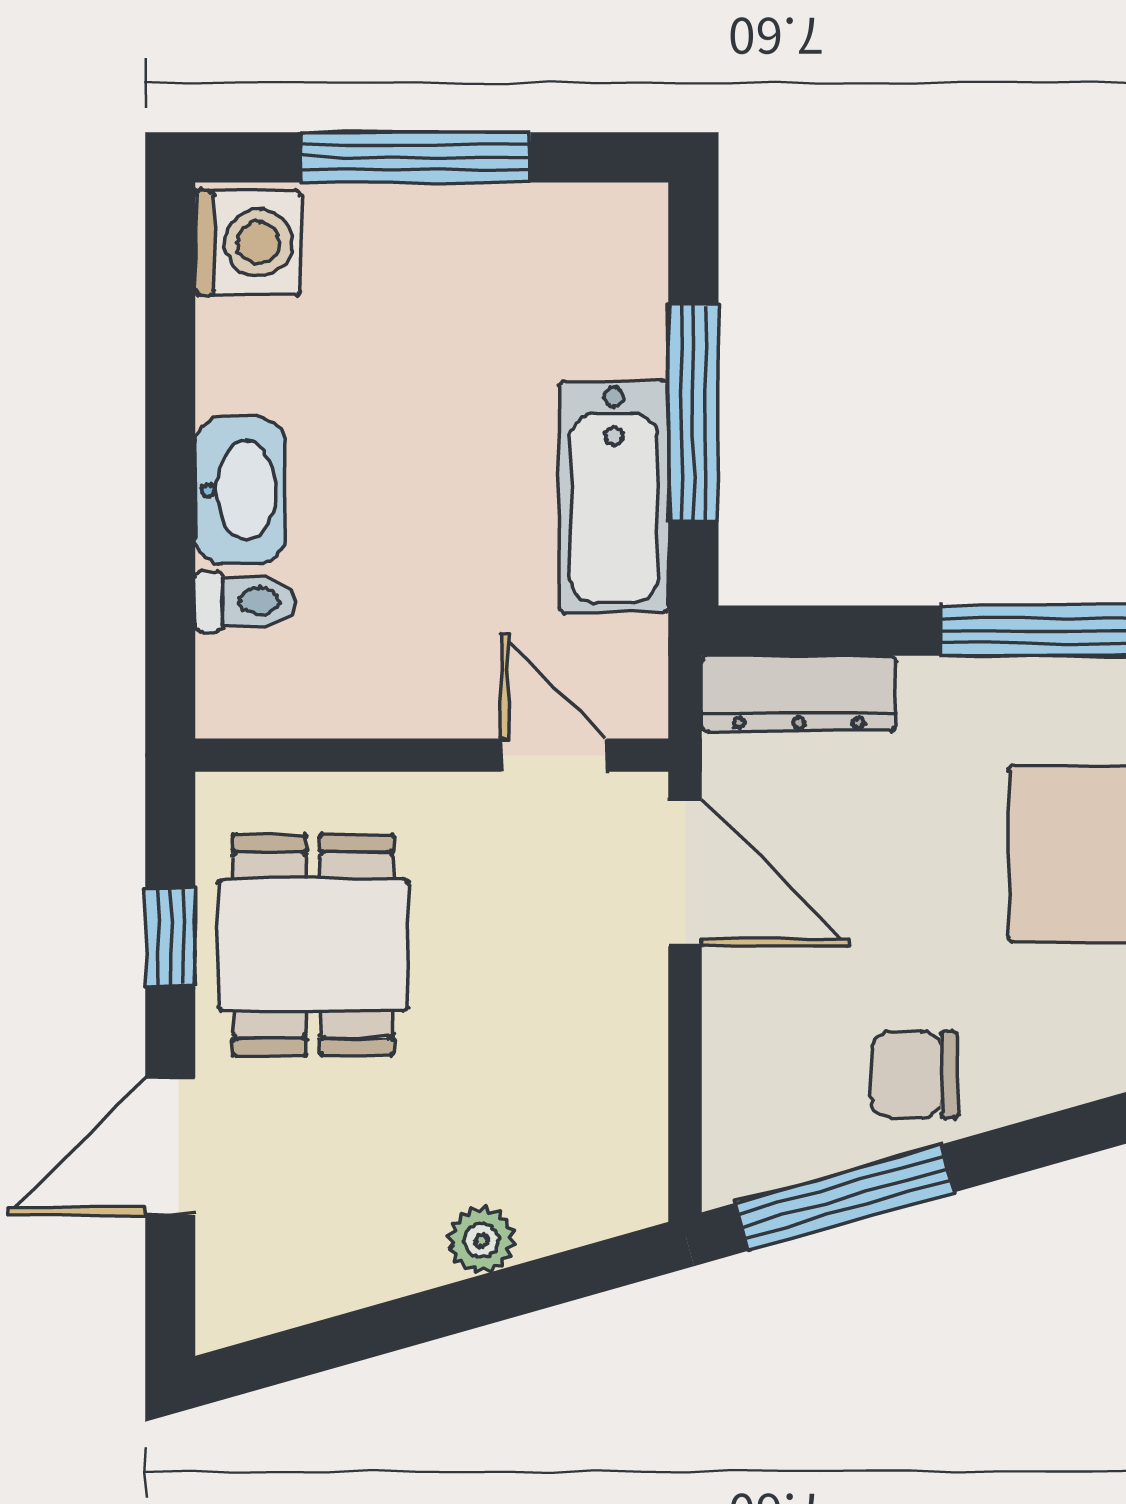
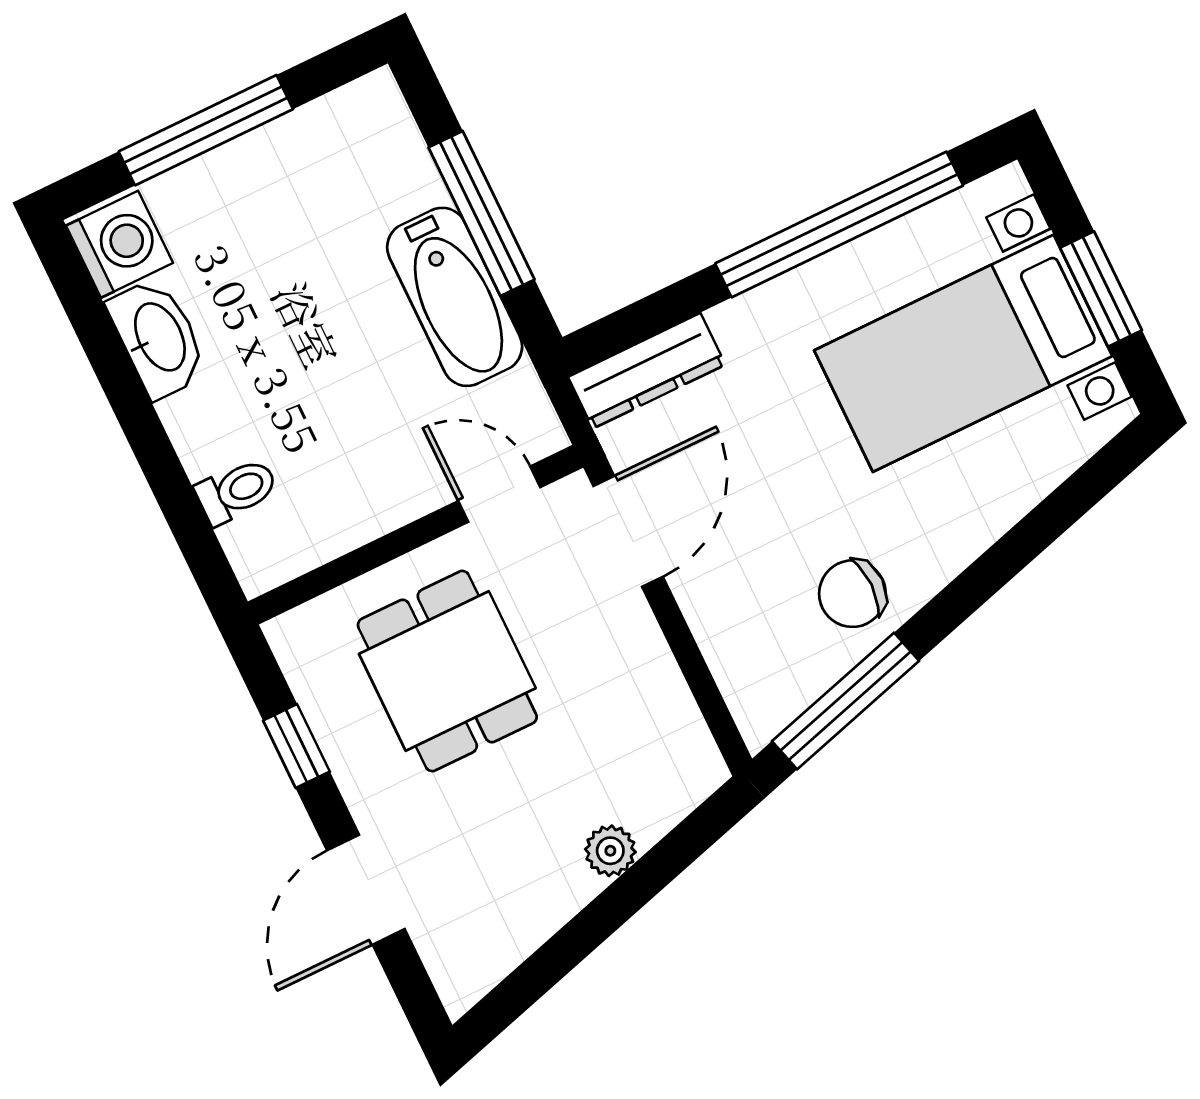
washbasin: (240, 490) -> (158, 338), moved
door: (685, 873) -> (628, 531), hinge flipped
dining table: (313, 945) -> (447, 671), moved

